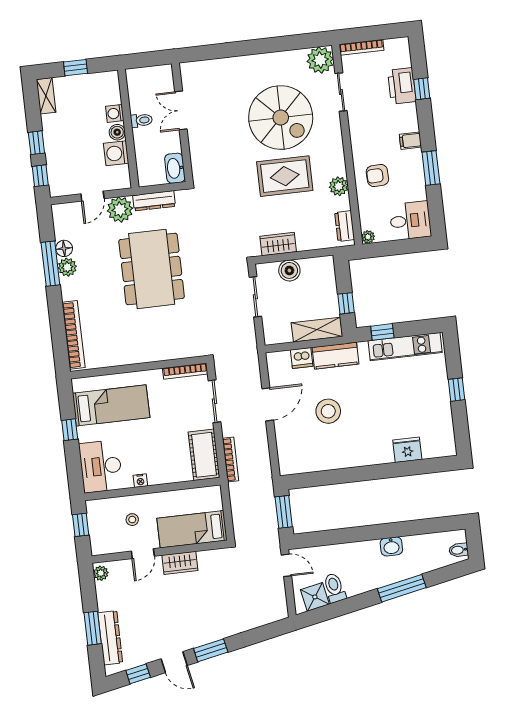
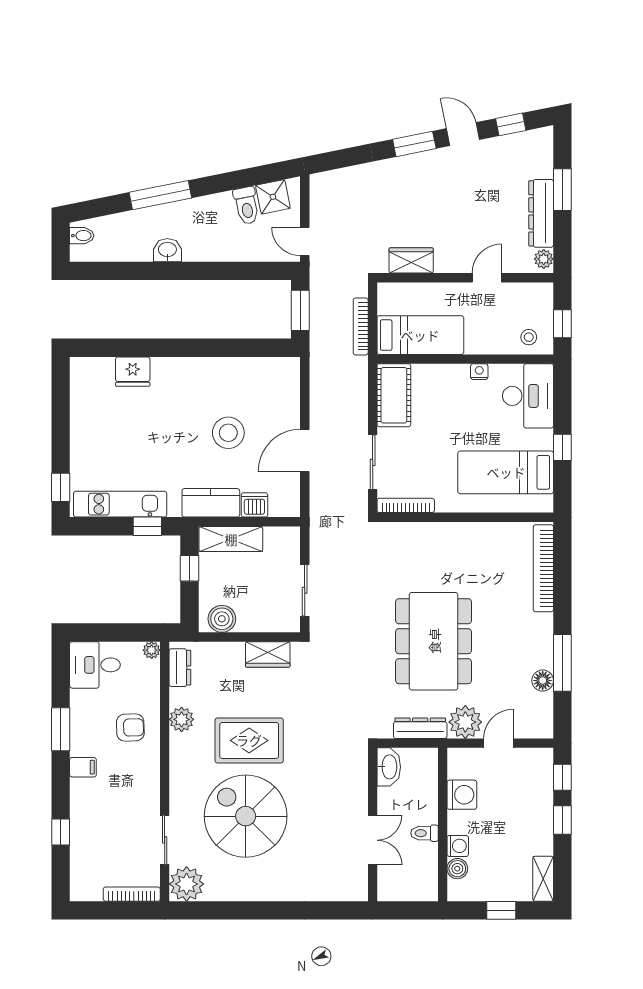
printer: (402, 86) -> (86, 839), removed
boiler: (117, 132) -> (457, 869), moved
plant: (67, 267) -> (541, 656), removed
boiler: (289, 270) -> (222, 619), moved
window: (457, 390) -> (61, 487), moved
bookcase: (230, 460) -> (361, 326), moved
stool: (132, 520) -> (529, 337), moved
bed: (192, 529) -> (420, 335), moved
wardrobe: (180, 563) -> (411, 260), moved
dresser: (110, 638) -> (541, 213), moved

